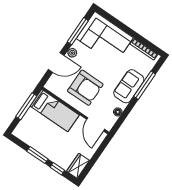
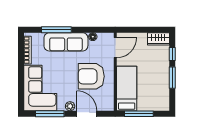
sofa: (129, 86) -> (66, 42), width x1.36
armchair: (85, 88) -> (91, 76), turned -90

